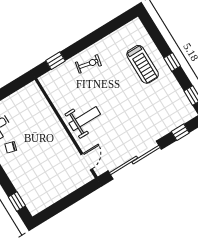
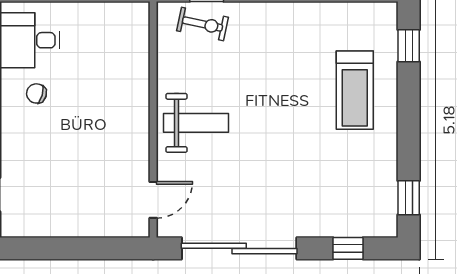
window: (172, 62) -> (409, 46), moved
exercise bike: (88, 64) -> (203, 24), moved

